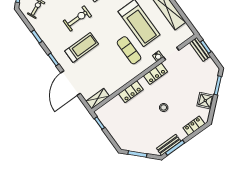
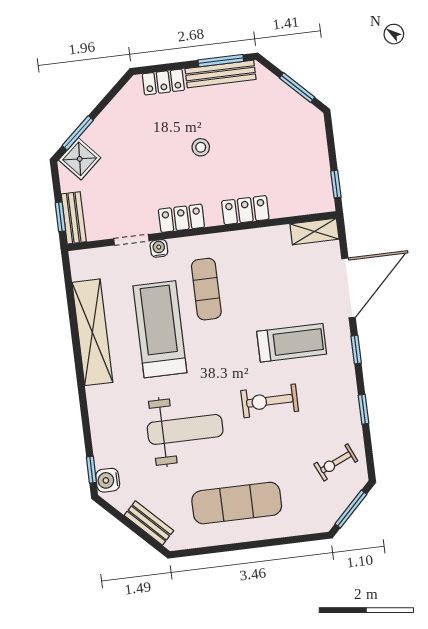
treadmill: (82, 48) -> (292, 343), turned 180
shower: (205, 101) -> (80, 159), moved
bench: (169, 145) -> (220, 74), width x1.36

